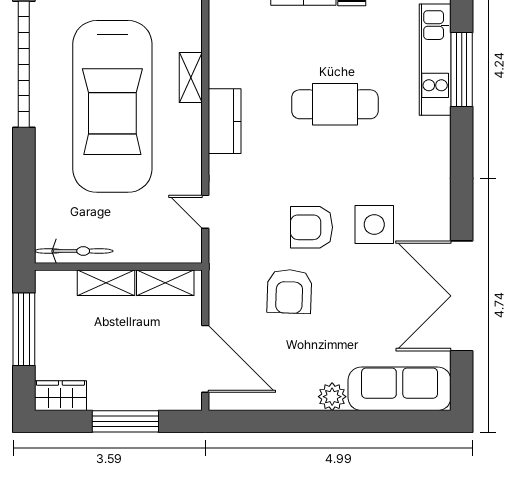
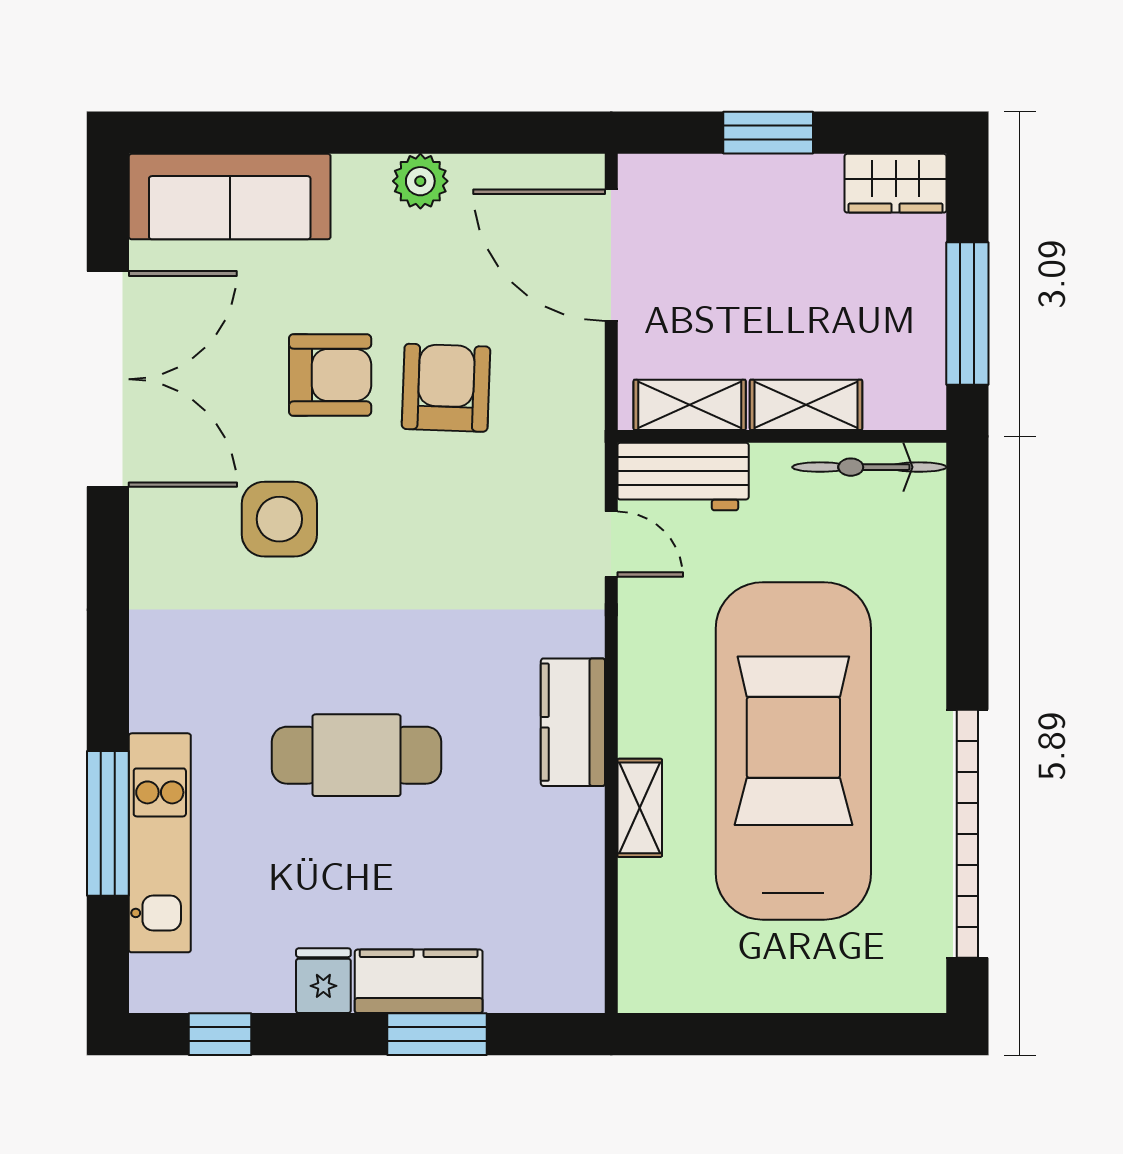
armchair: (311, 227) -> (330, 375), moved
workbench: (169, 246) -> (683, 477), added
plant: (332, 397) -> (420, 181), moved
window: (125, 421) -> (768, 133), width x0.69

